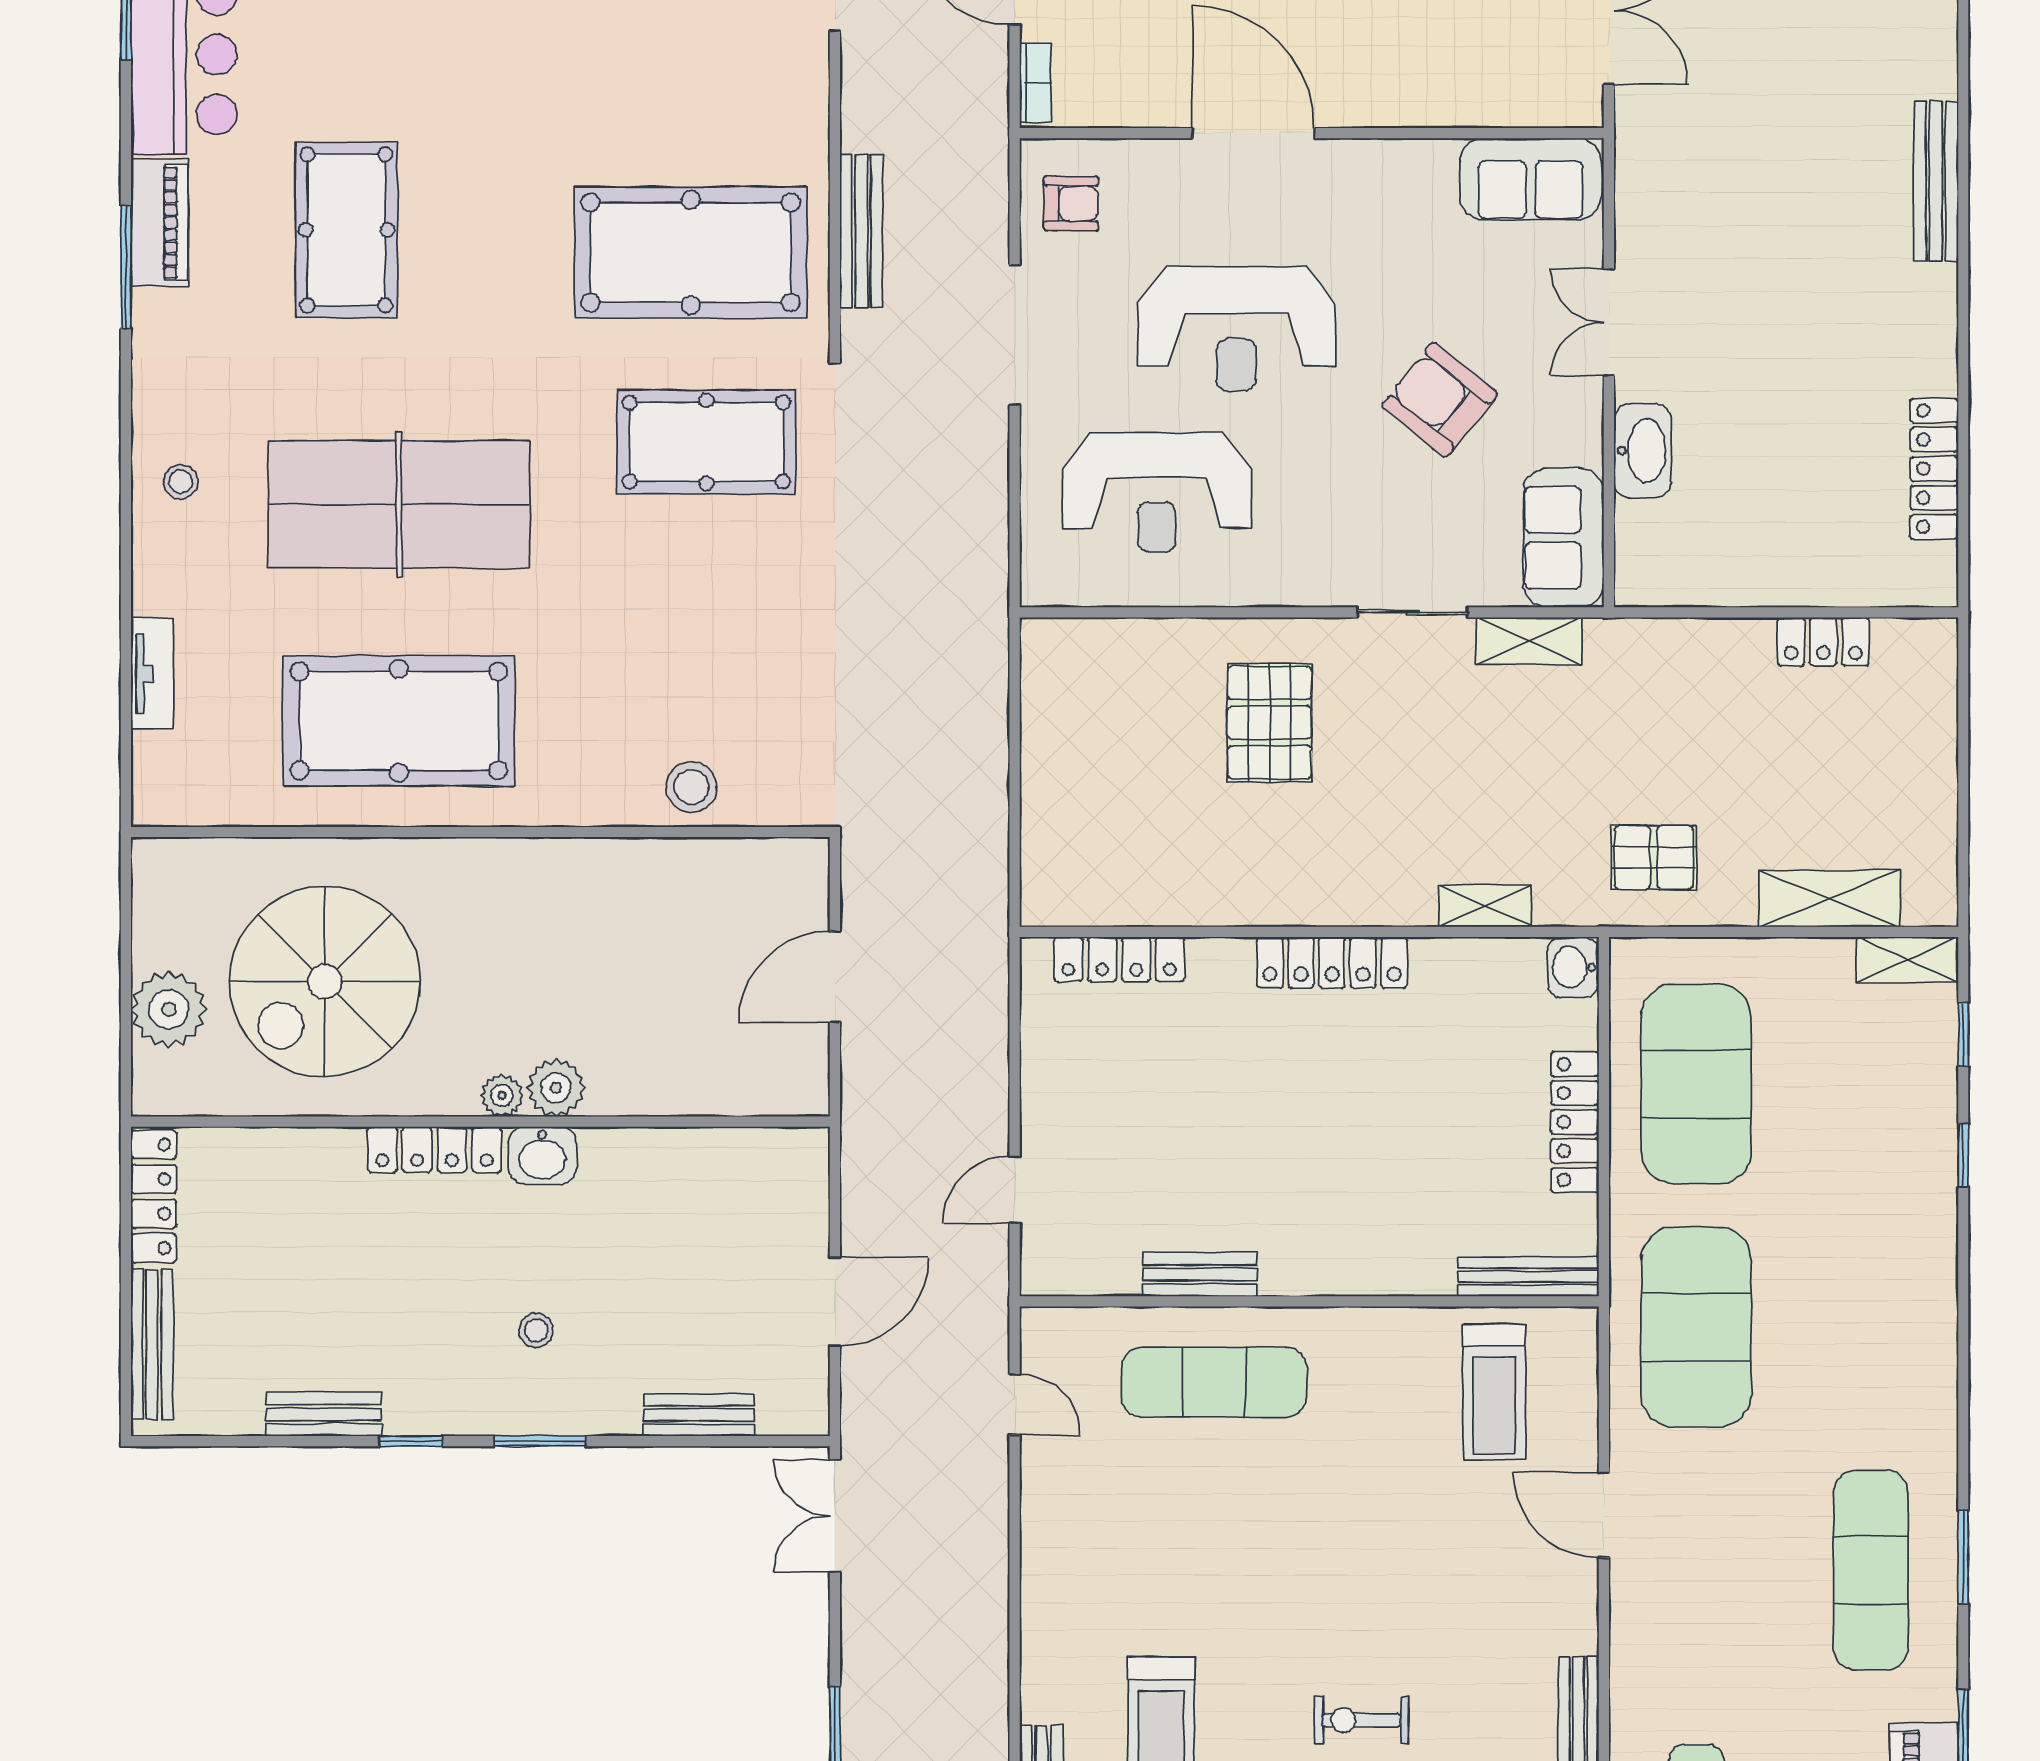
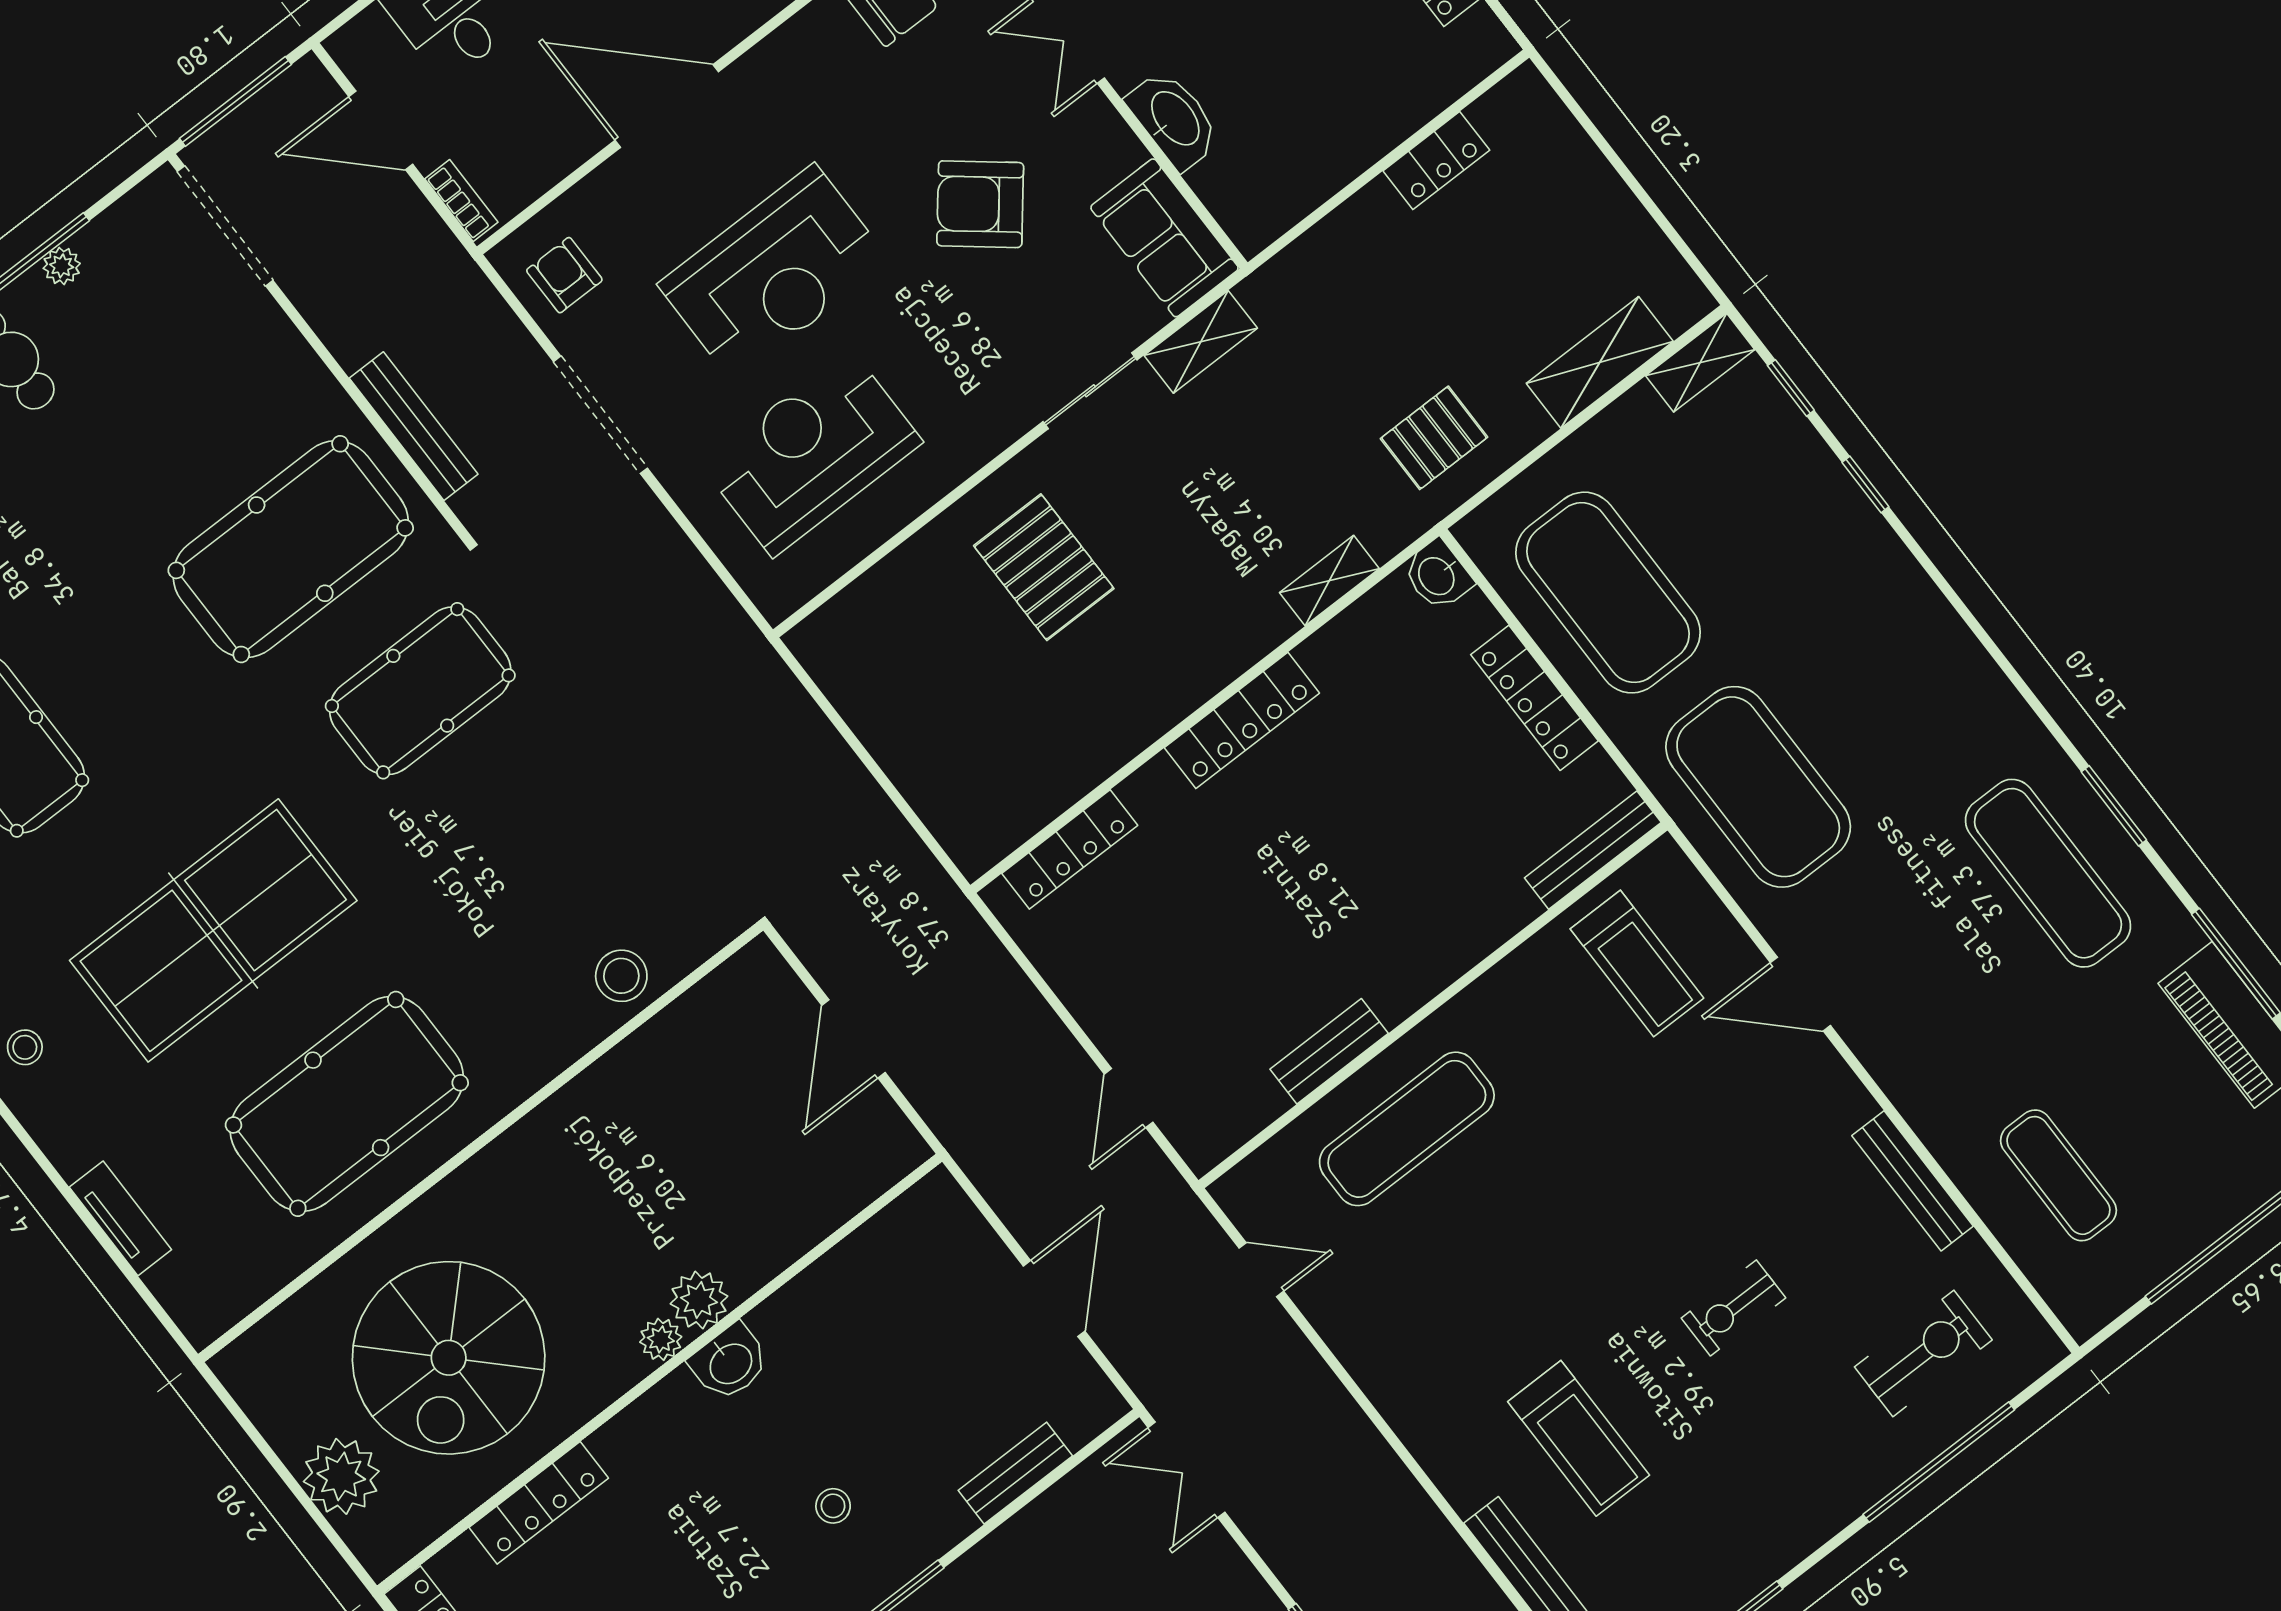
armchair: (1071, 204) -> (564, 275), turned -90
reception desk: (1157, 492) -> (811, 453), turned 180
locker: (434, 1150) -> (539, 1503), moved

